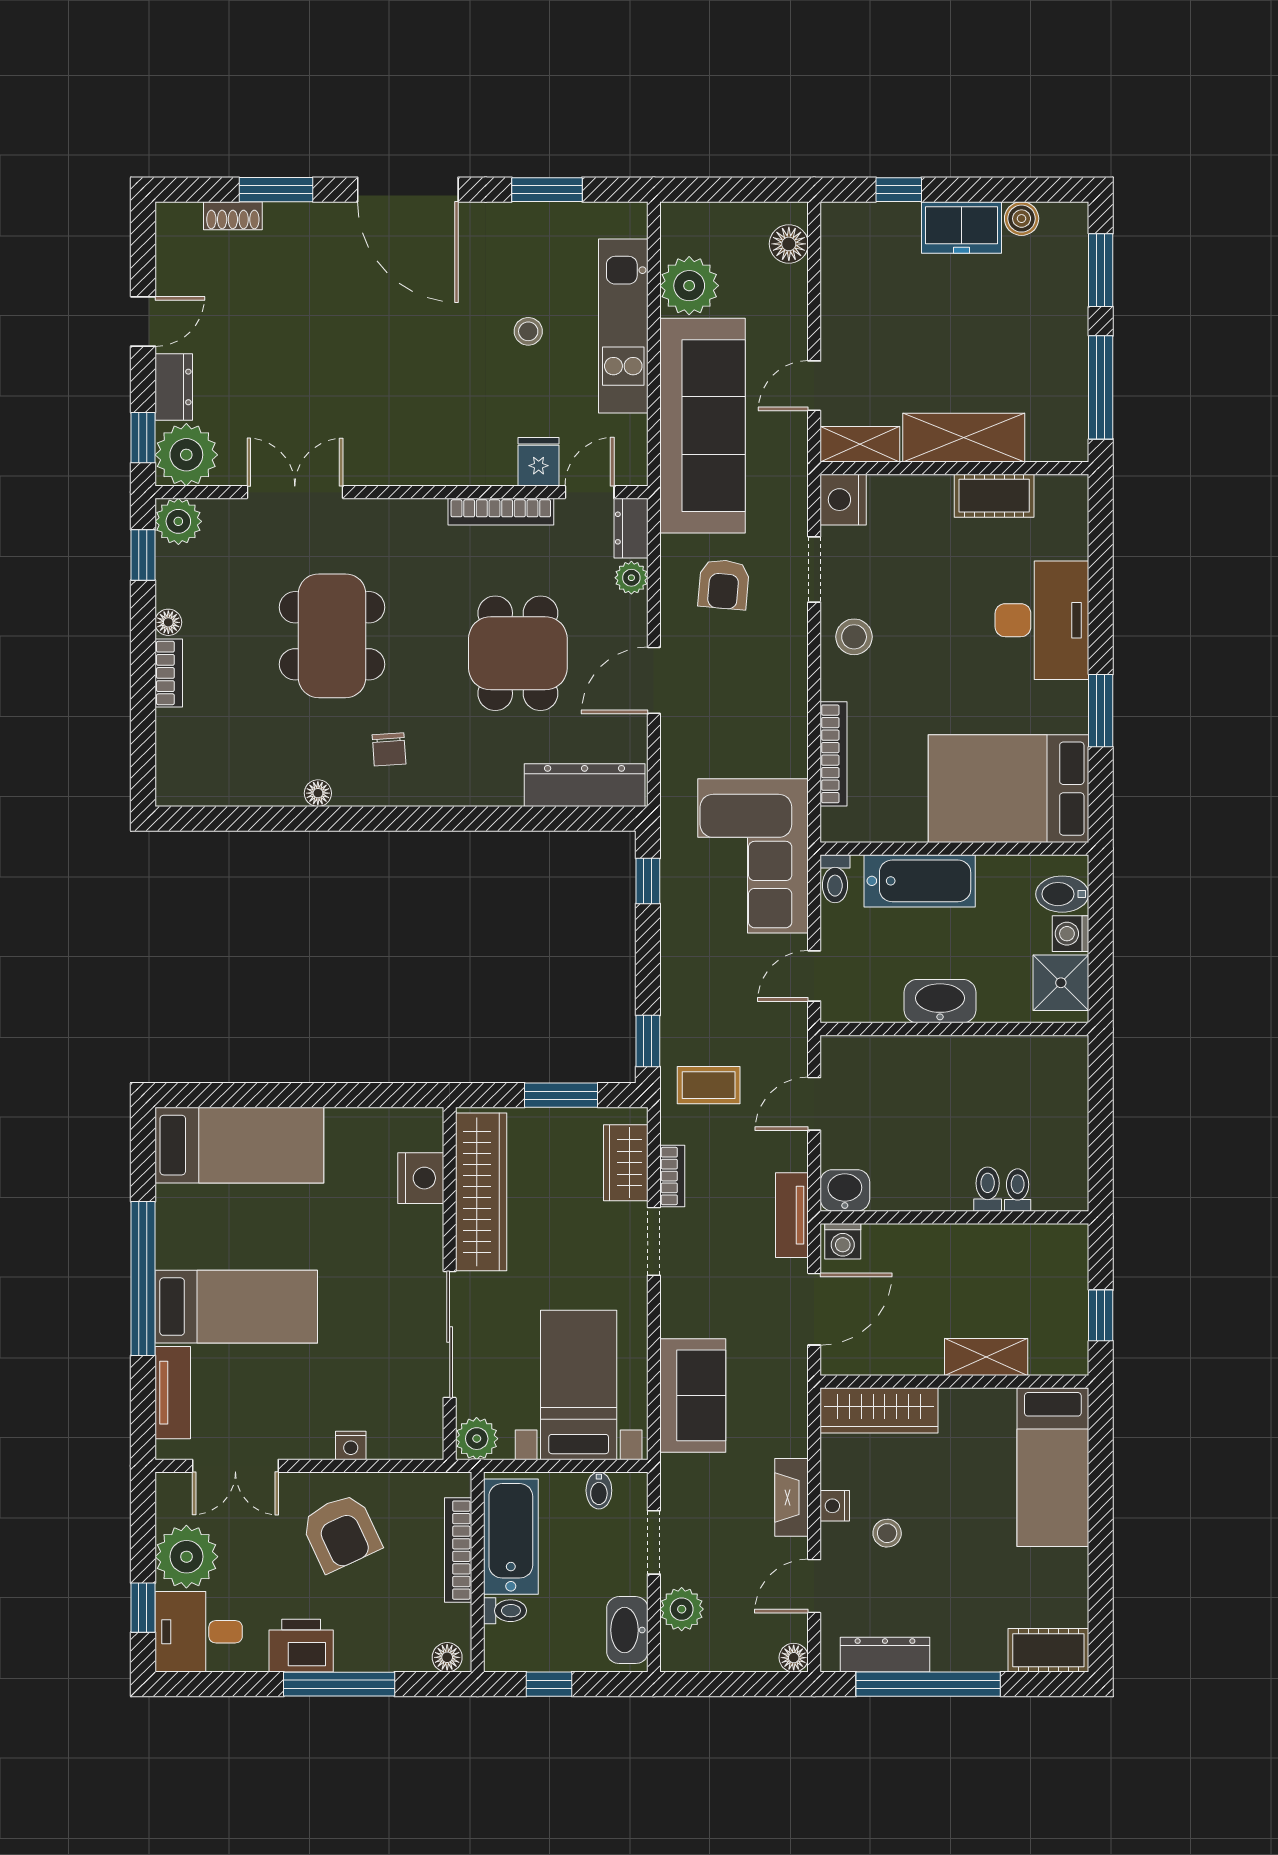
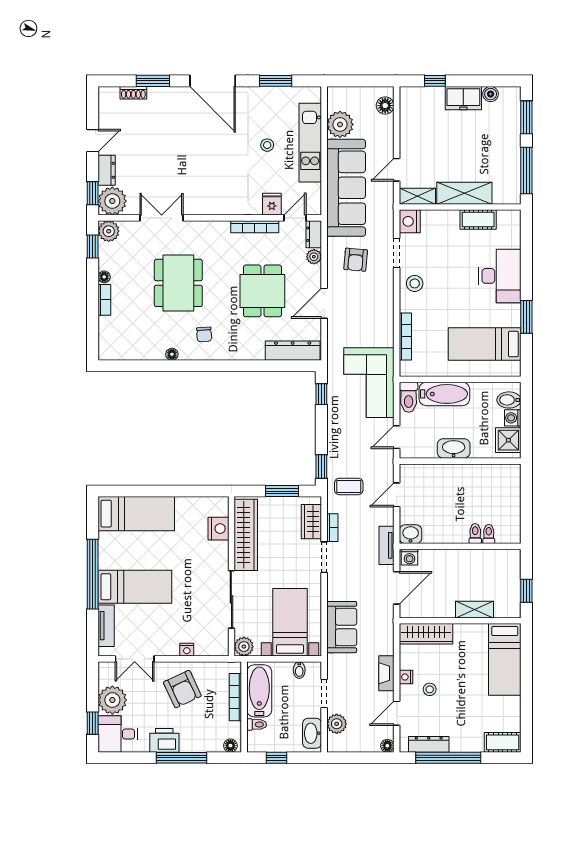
bed: (1009, 789) -> (485, 344), width x0.67
toilet: (835, 879) -> (409, 397), width x1.37, depth x1.39

